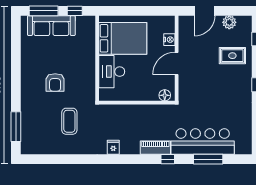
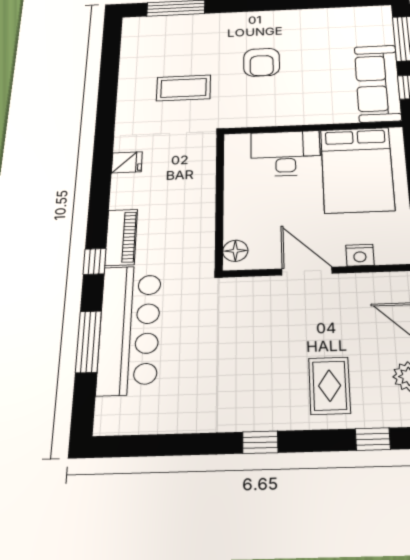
sofa: (51, 26) -> (378, 83), moved
armchair: (55, 82) -> (262, 62), turned -90

